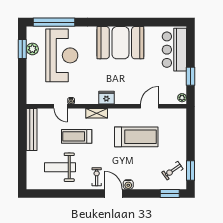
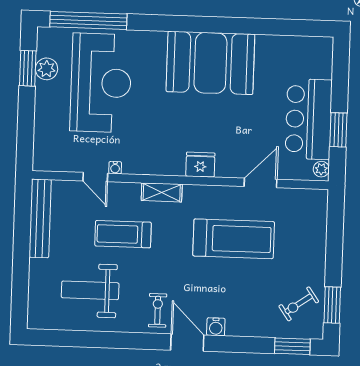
bar counter: (174, 50) -> (309, 119), moved
fridge: (106, 98) -> (200, 165), moved

